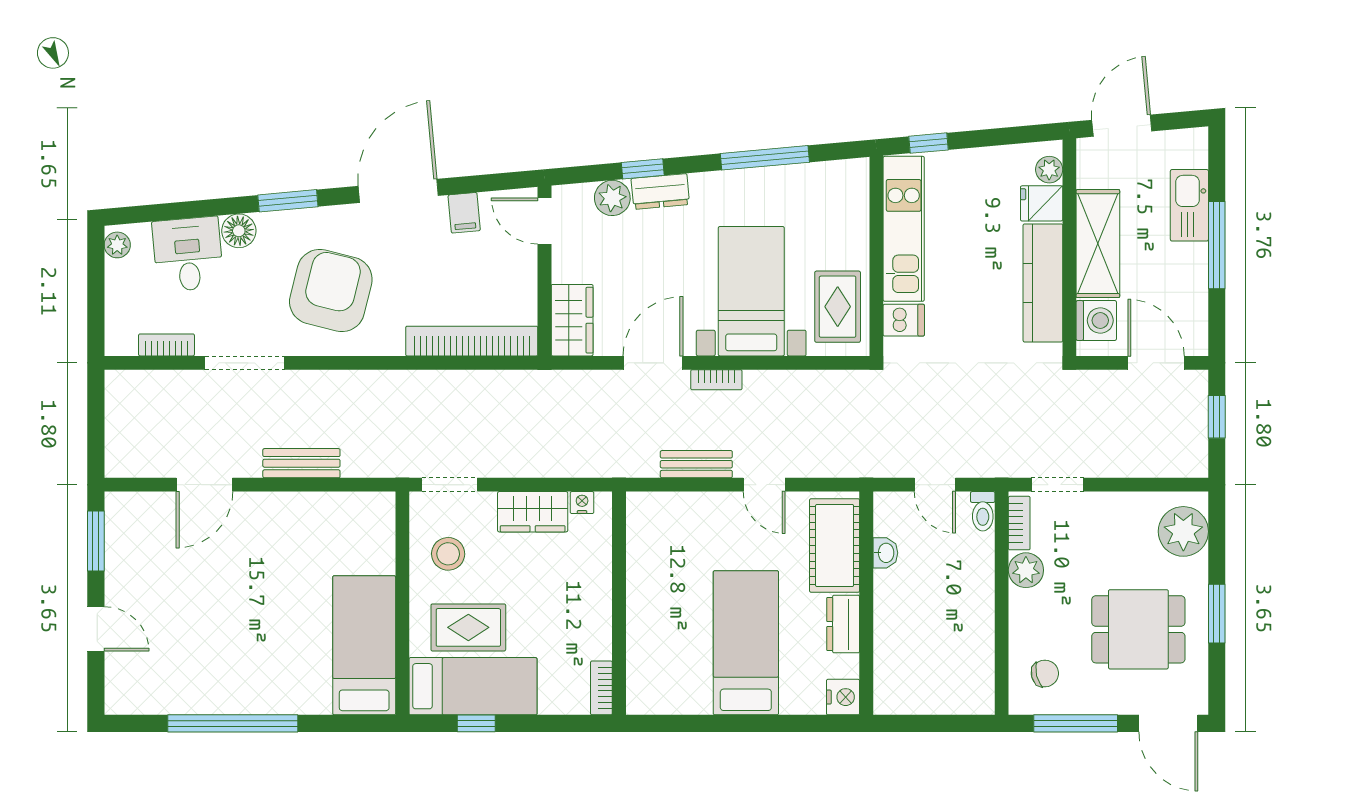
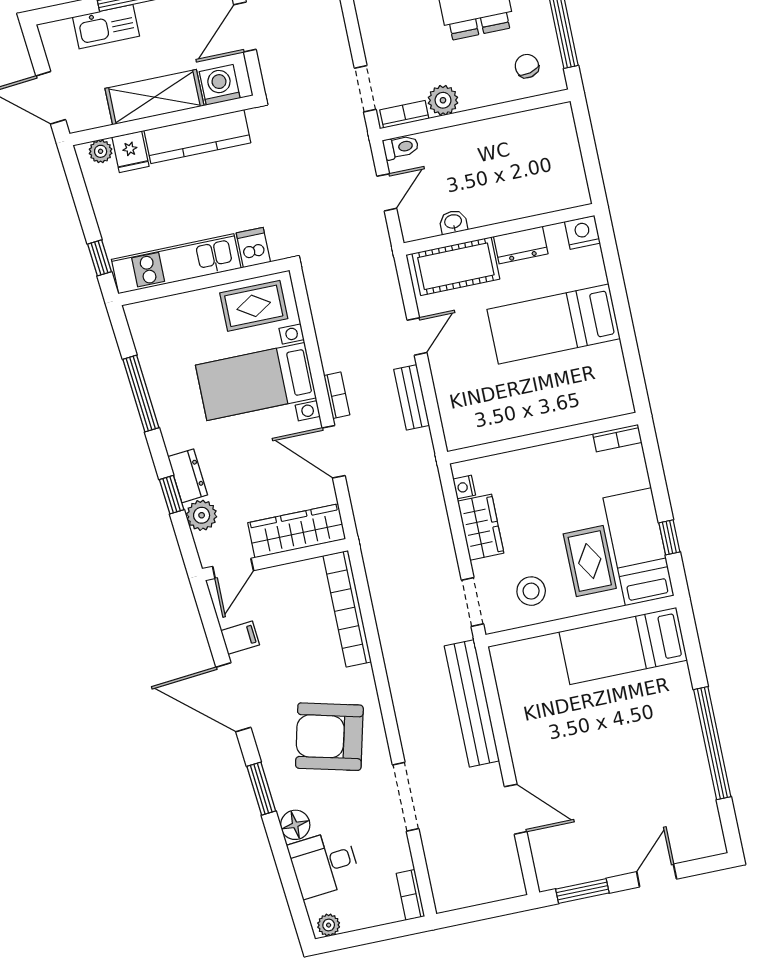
wardrobe: (572, 320) -> (297, 531), width x1.50
bookcase: (166, 345) -> (410, 895), moved
bench: (301, 463) -> (472, 703), width x1.86, depth x1.21

